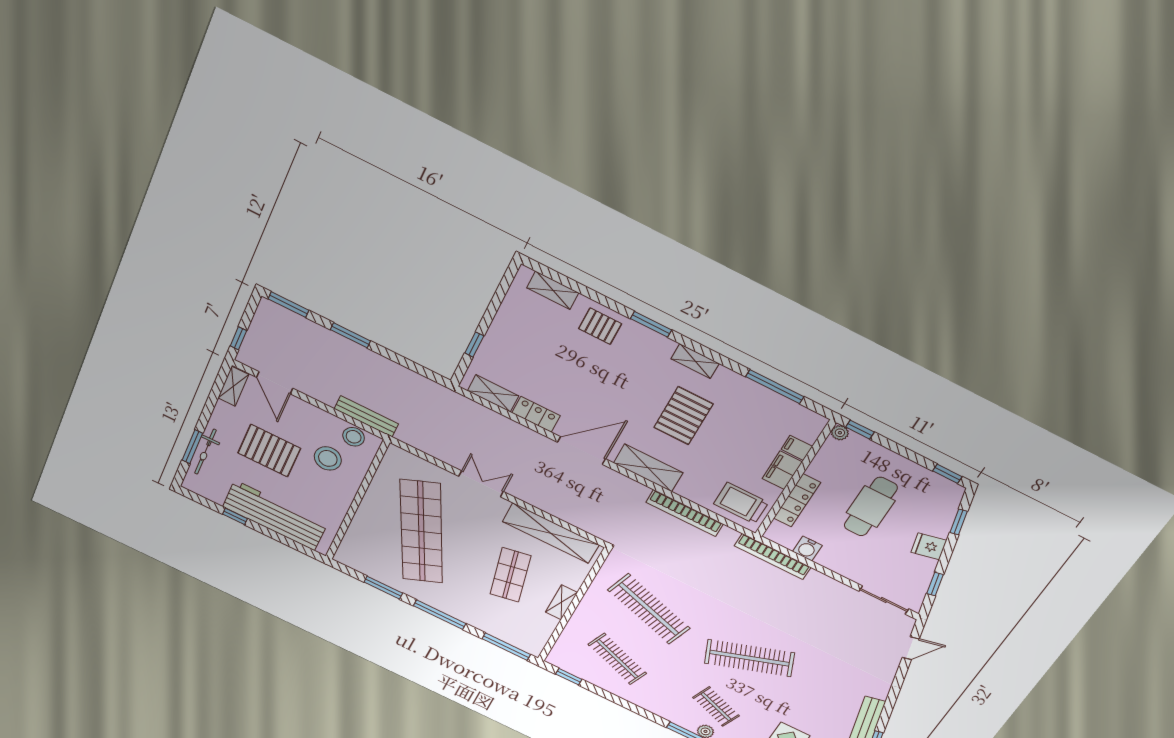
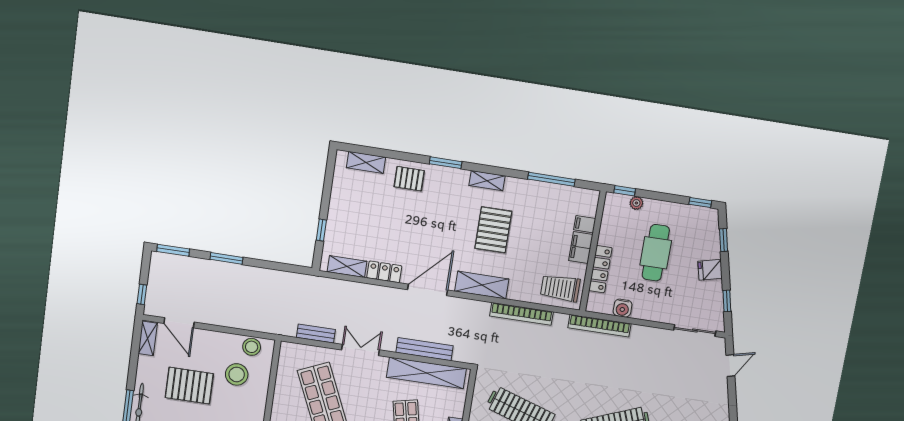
bench: (366, 416) -> (316, 334), moved, width x0.73
plant: (840, 433) -> (636, 203), moved
bench: (557, 509) -> (425, 349), added

